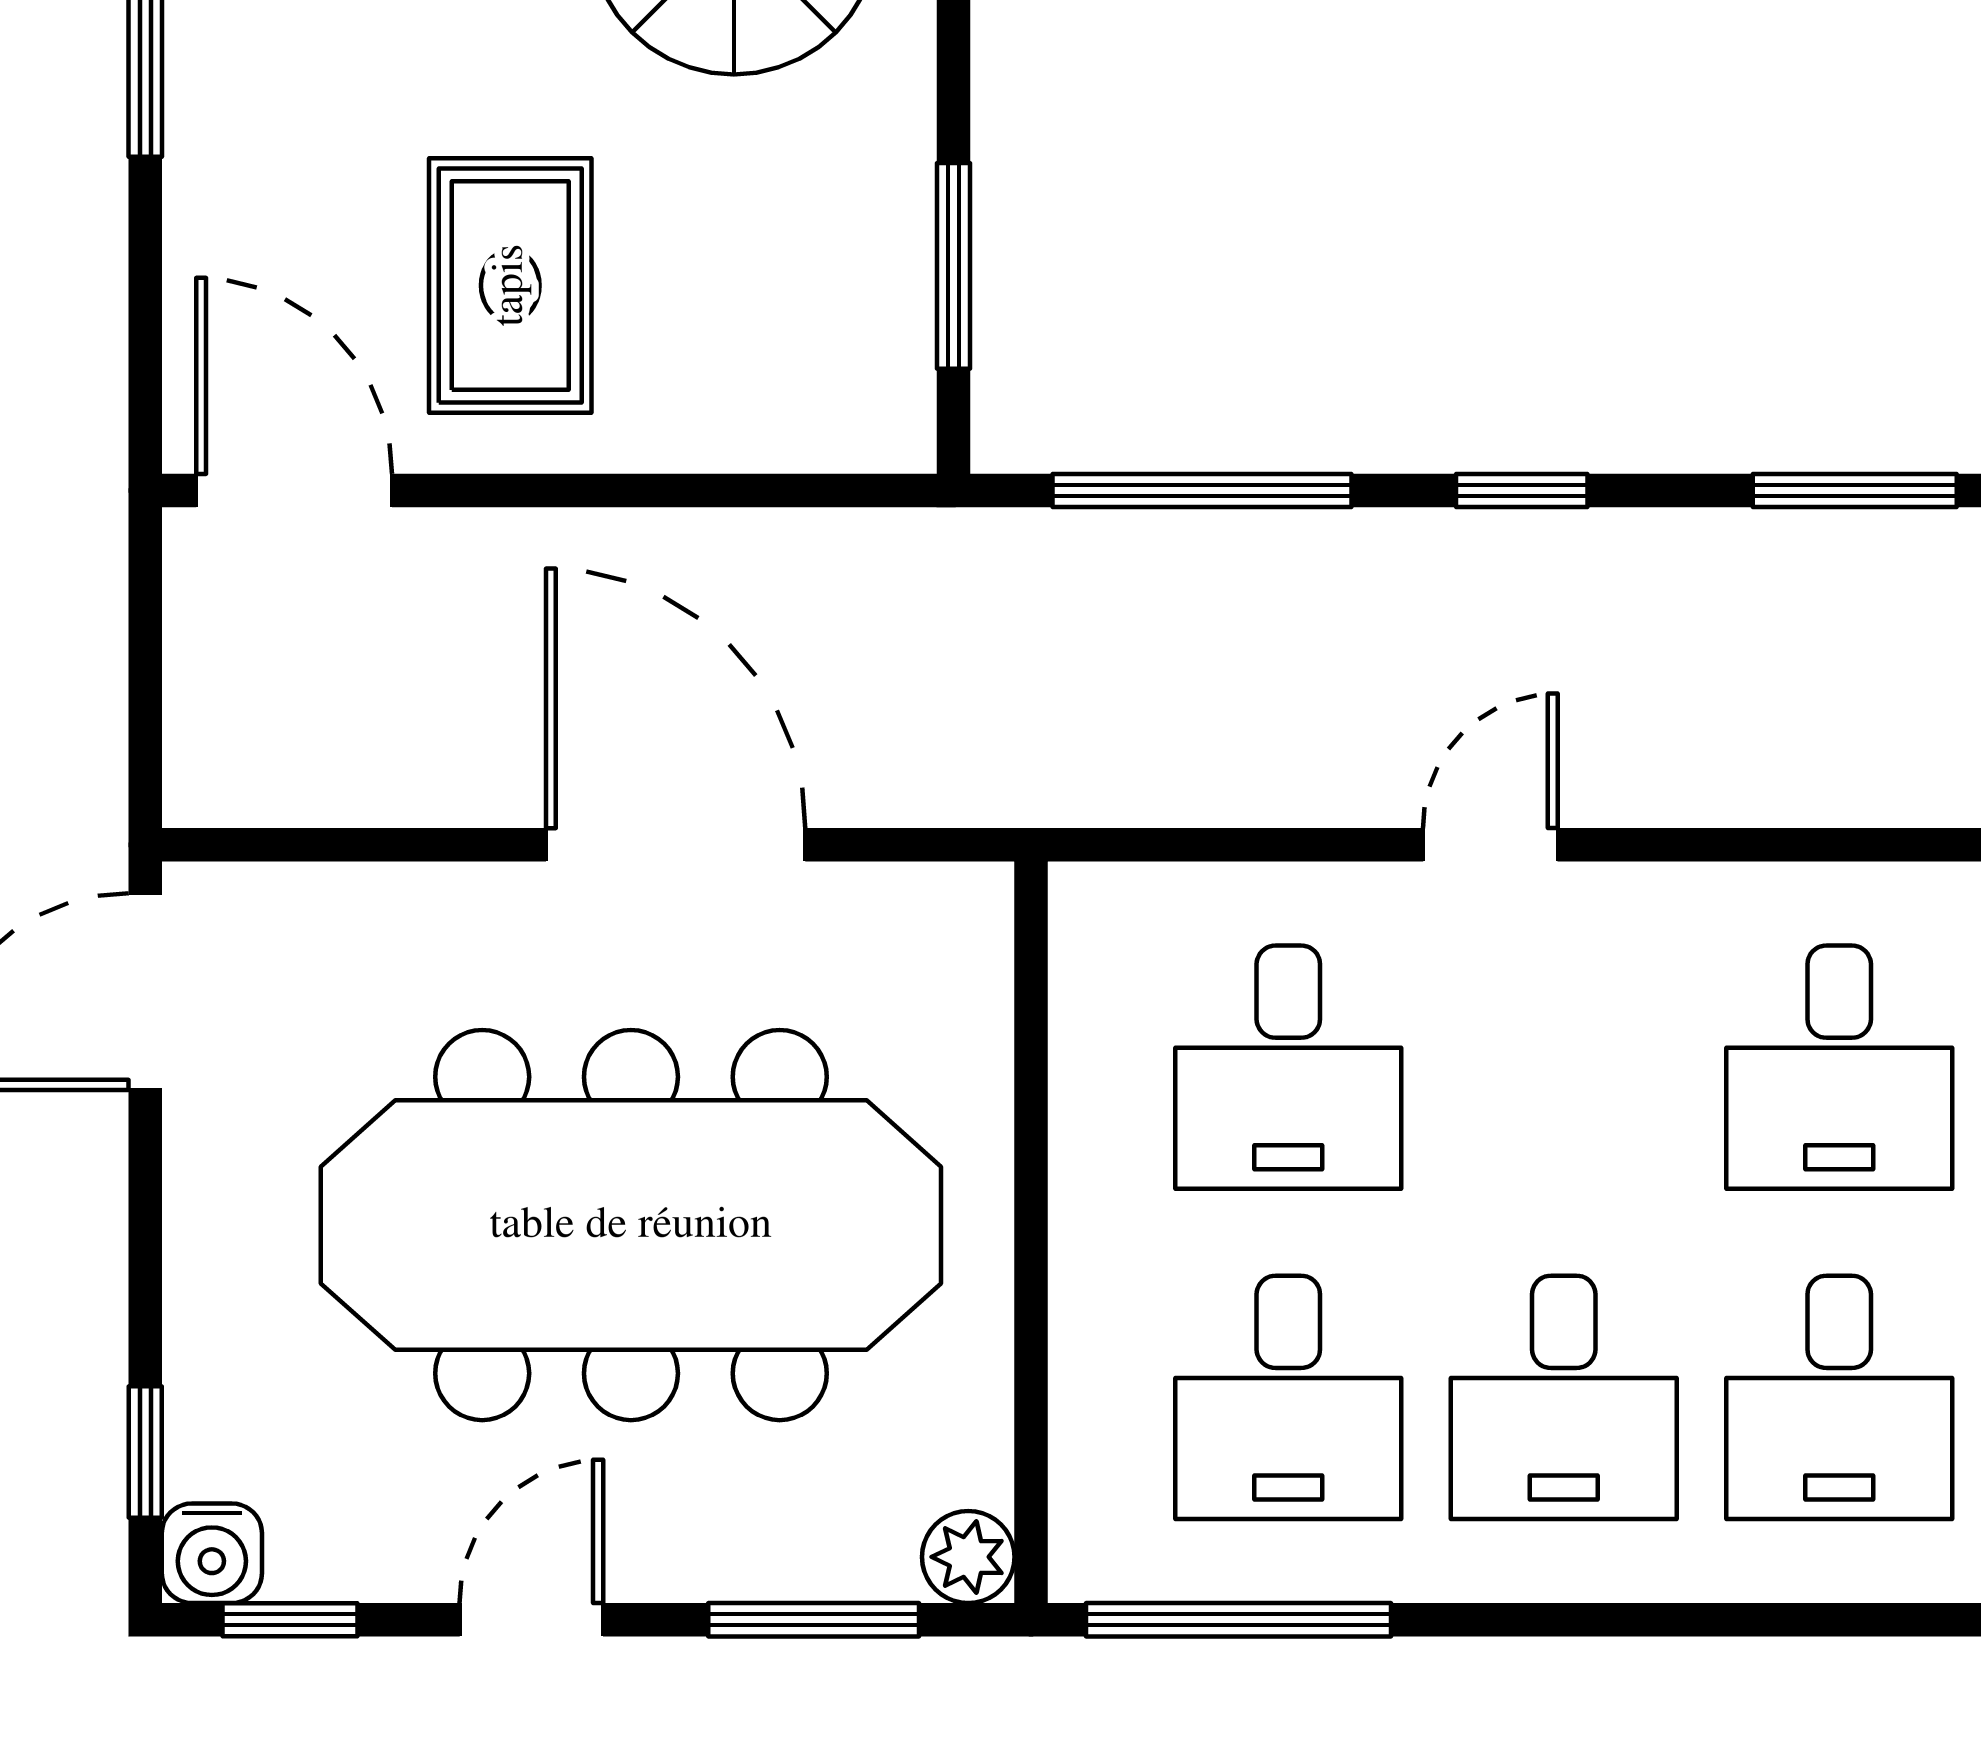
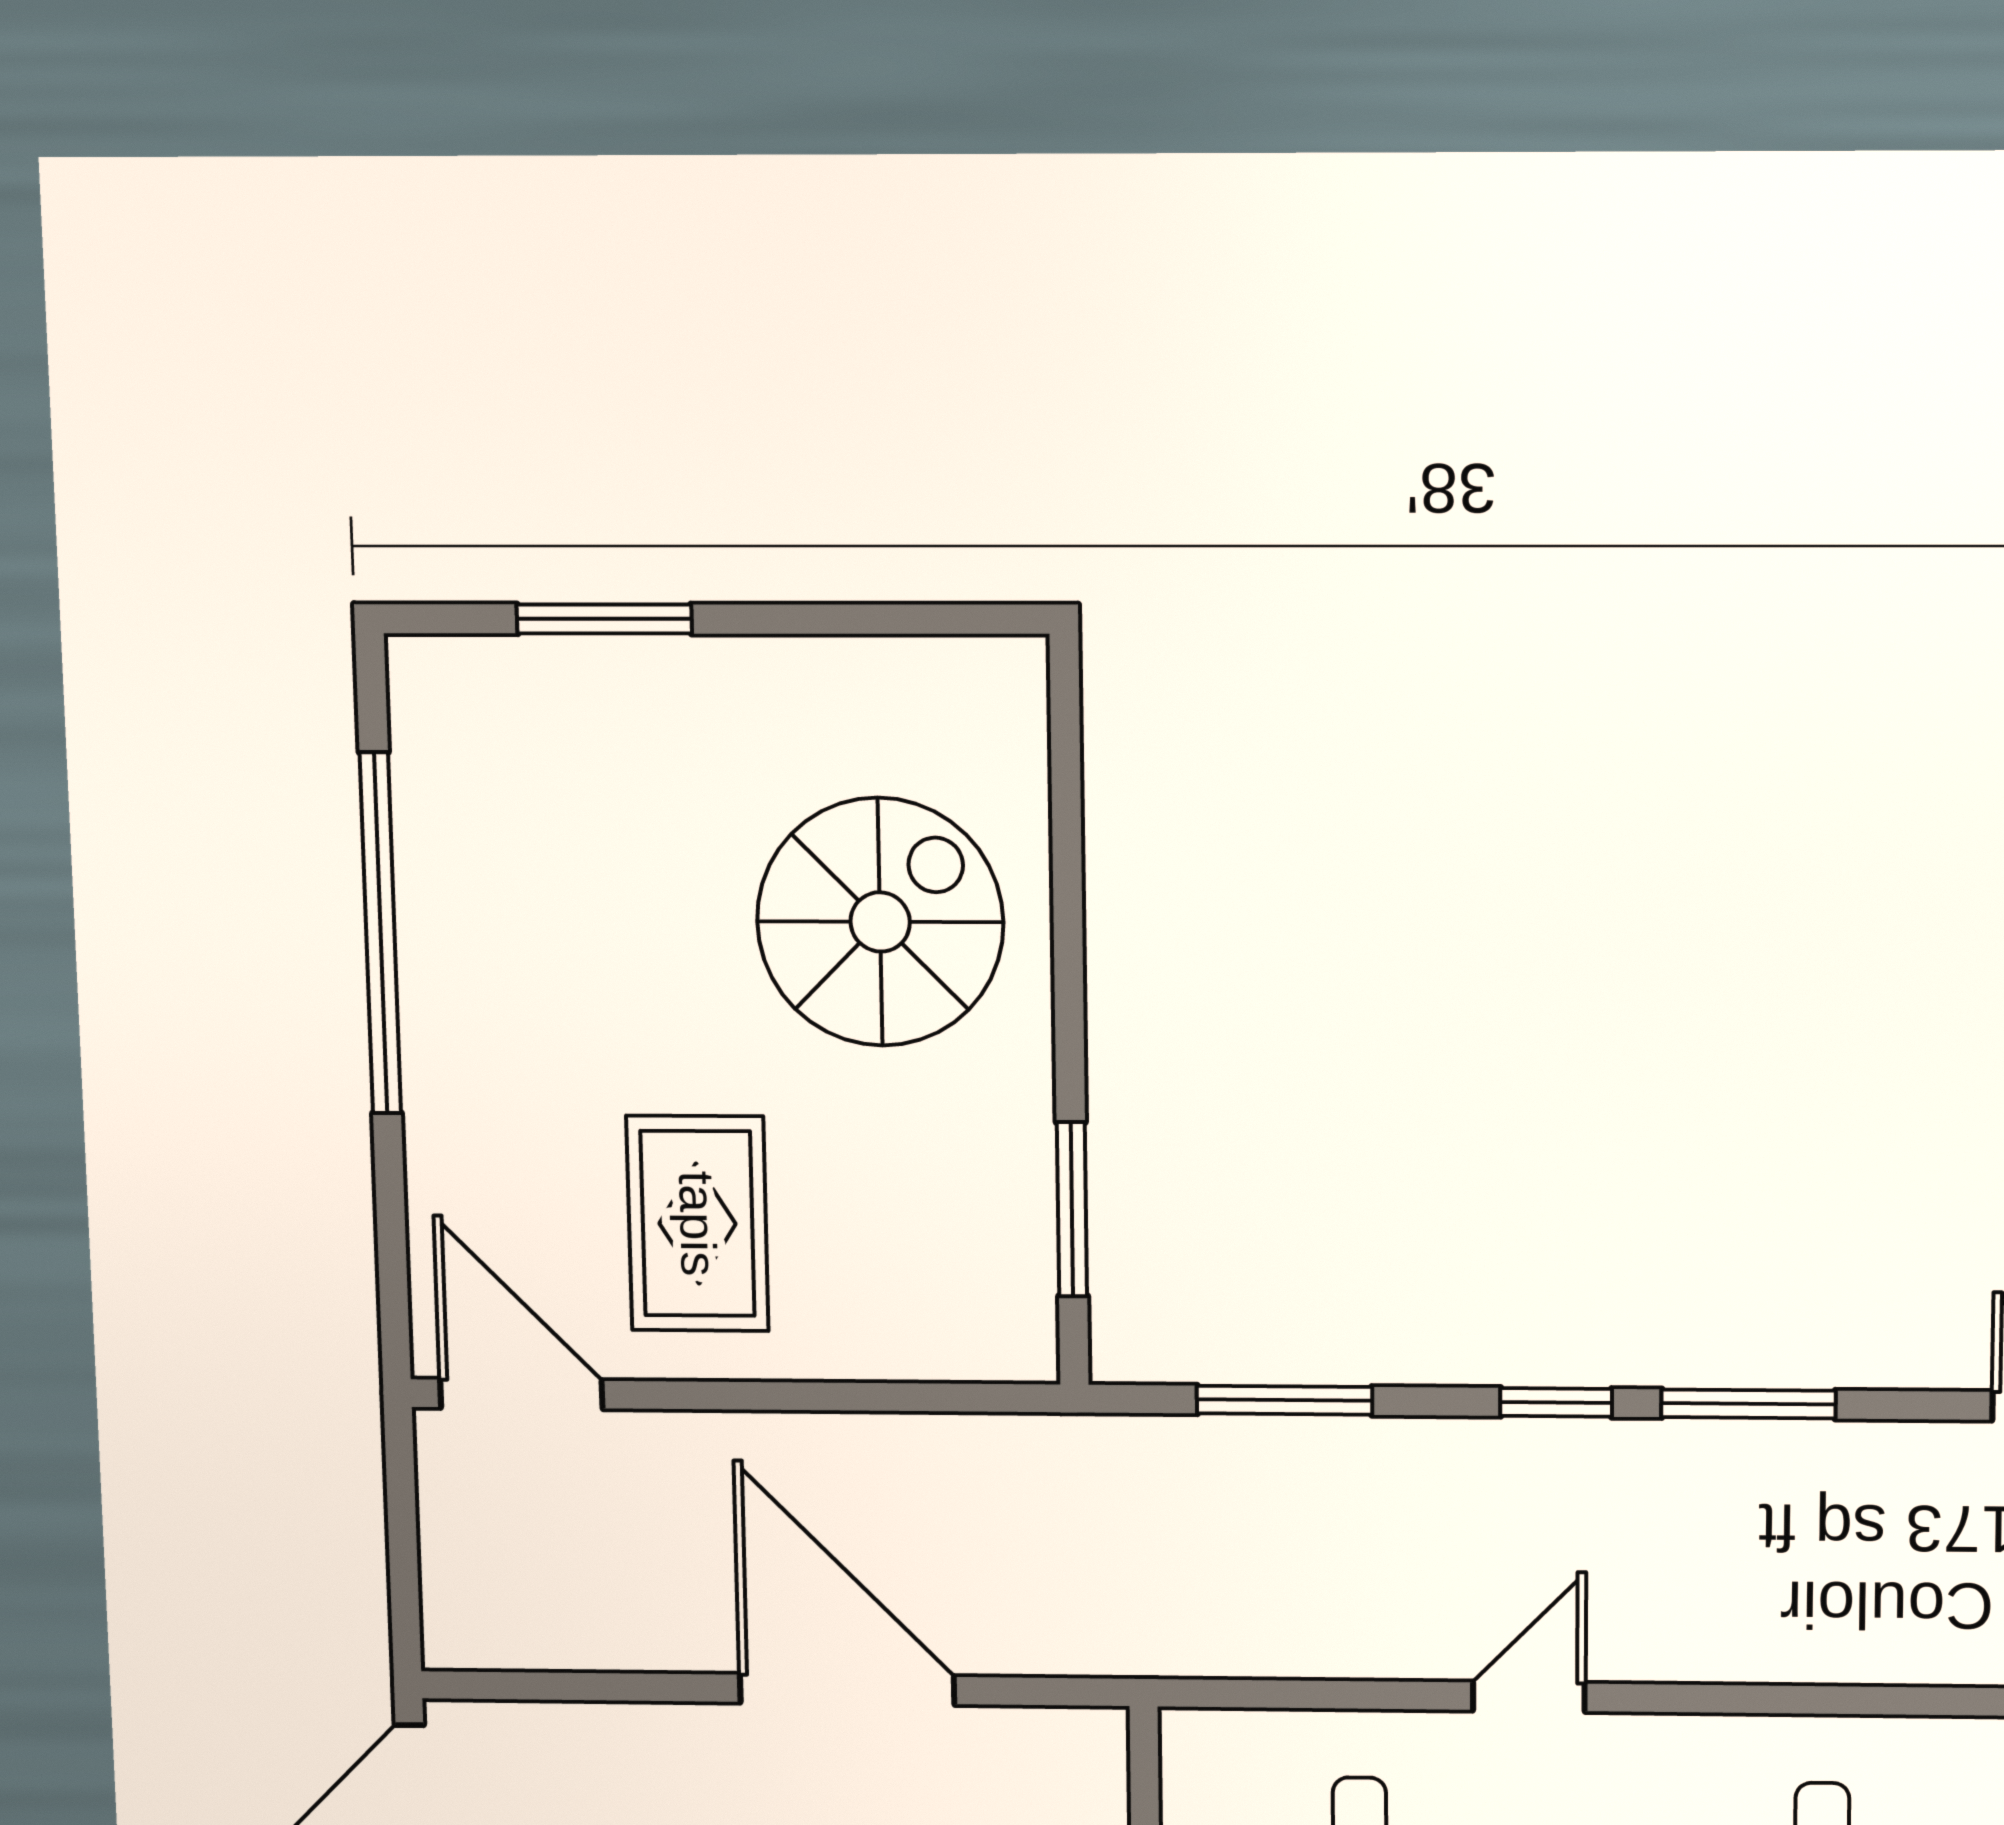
window: (1202, 491) -> (1285, 1400), width x0.69
window: (1855, 491) -> (1748, 1404), moved

